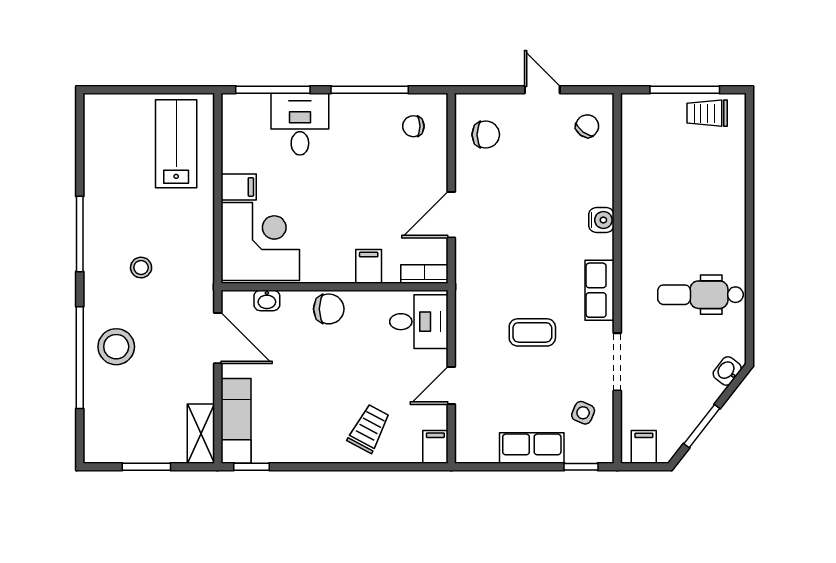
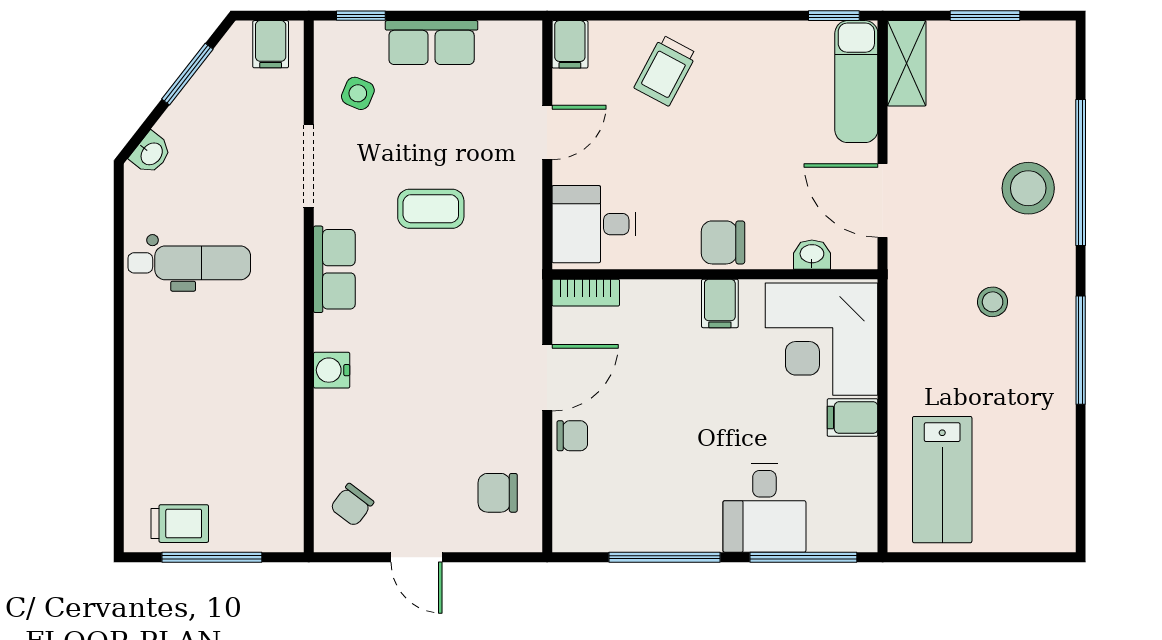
chair: (413, 126) -> (572, 436), moved
filing cabinet: (369, 266) -> (720, 303), moved

